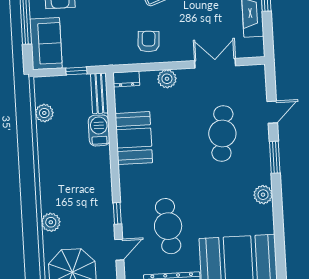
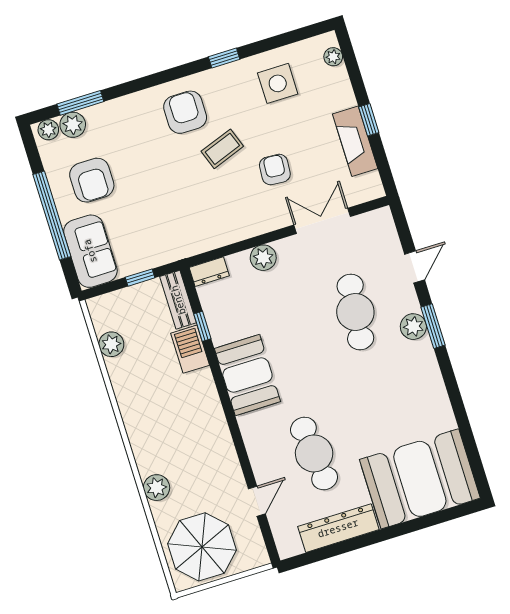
armchair: (149, 42) -> (275, 170), moved
booth: (134, 138) -> (247, 375), moved
plant: (263, 195) -> (413, 327), moved
window: (117, 213) -> (202, 326), moved

